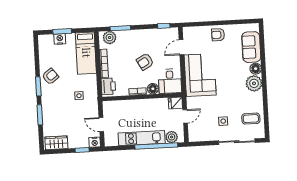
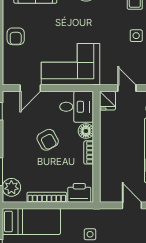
door: (181, 47) -> (30, 88), hinge flipped
door: (101, 125) -> (132, 205), swing flipped

